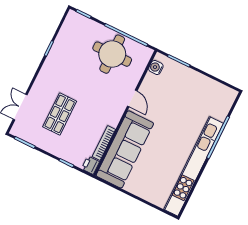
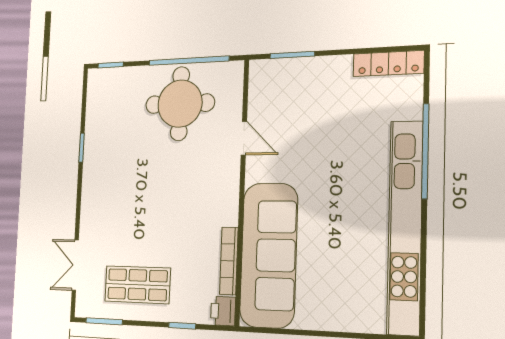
water cooler: (156, 67) -> (259, 87), removed
locker: (221, 89) -> (388, 64), added
door: (132, 98) -> (244, 138), moved
shop shelf: (60, 114) -> (137, 285), moved, turned 90

